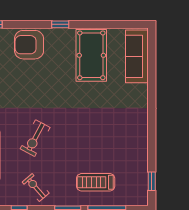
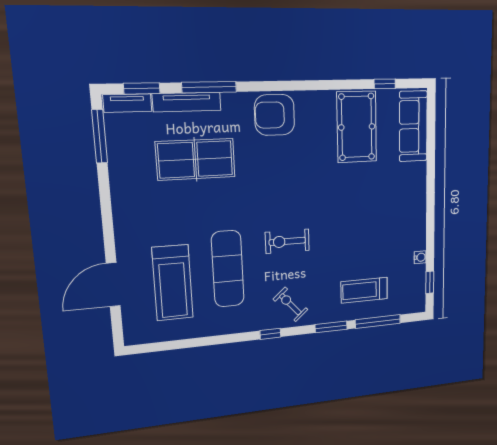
window: (60, 24) -> (385, 84), moved
exercise bike: (35, 138) -> (287, 241), turned 62
water cooler: (143, 160) -> (420, 257), added

